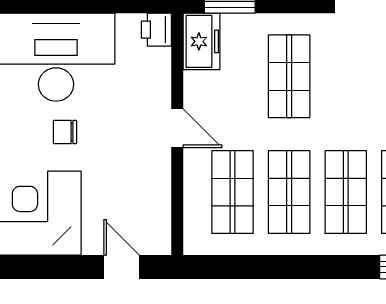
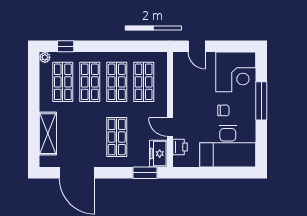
printer: (156, 30) -> (180, 147), moved
door: (177, 128) -> (170, 127), moved

